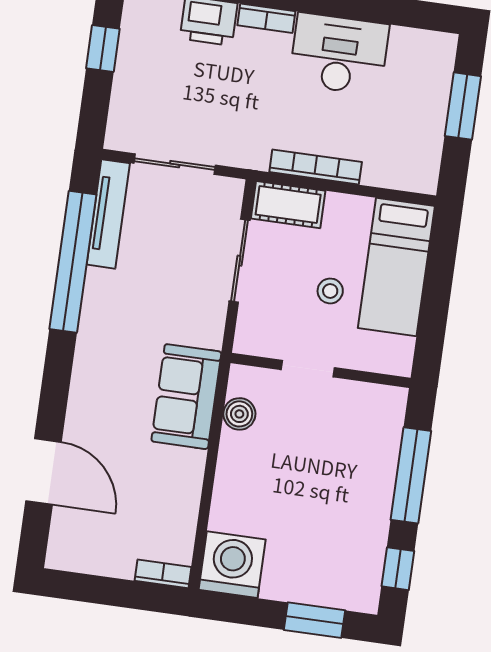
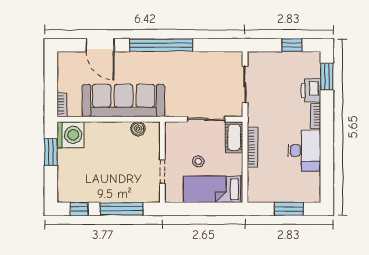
tv unit: (108, 214) -> (219, 58), removed
window: (73, 262) -> (161, 45), moved
doorway: (308, 369) -> (162, 171), moved
sofa: (186, 397) -> (124, 101), width x1.85, depth x1.27
door: (43, 471) -> (100, 45), hinge flipped
window: (314, 620) -> (51, 152), moved

